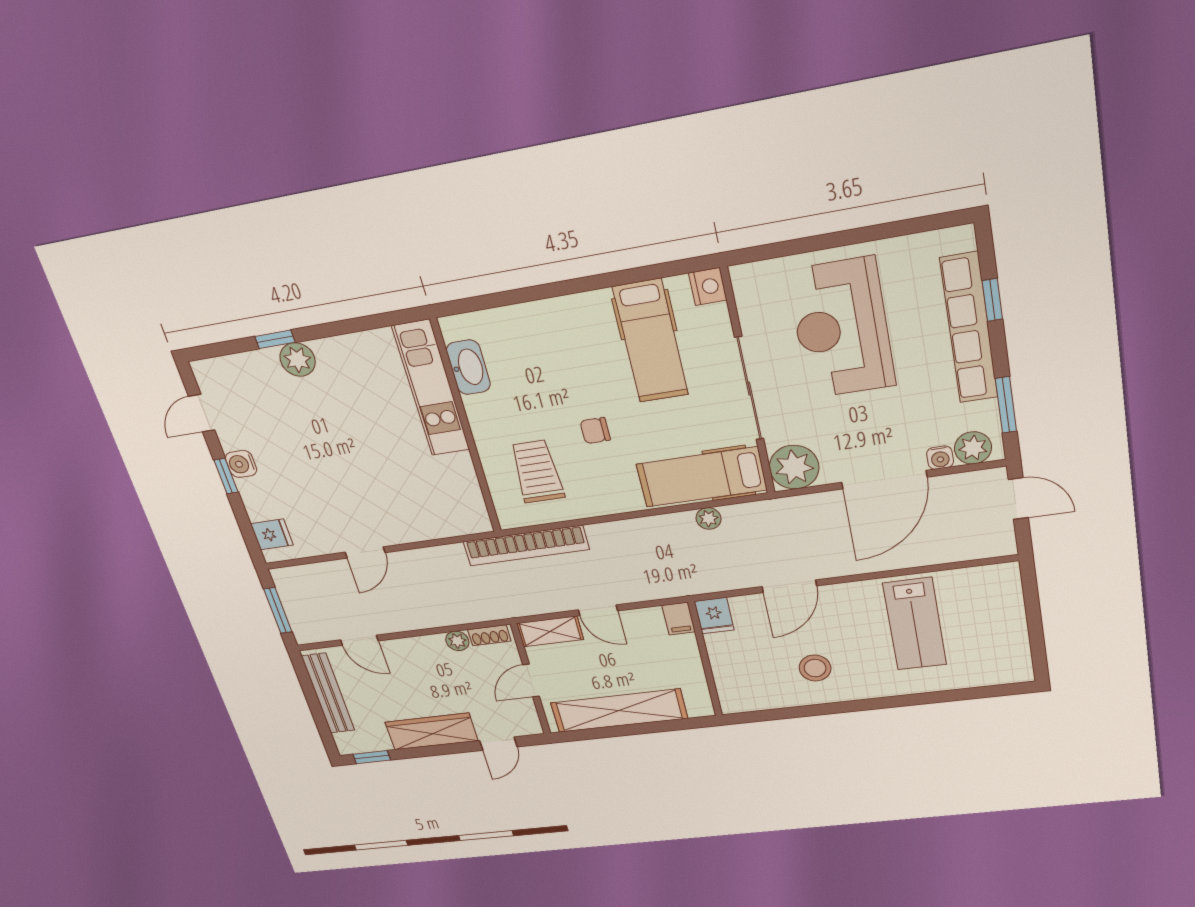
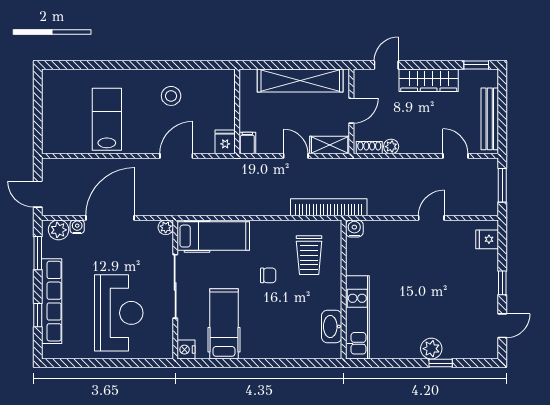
water cooler: (241, 464) -> (354, 228), moved, turned -90
plant: (794, 467) -> (166, 227), width x0.53, depth x0.53
plant: (709, 518) -> (215, 209), removed

